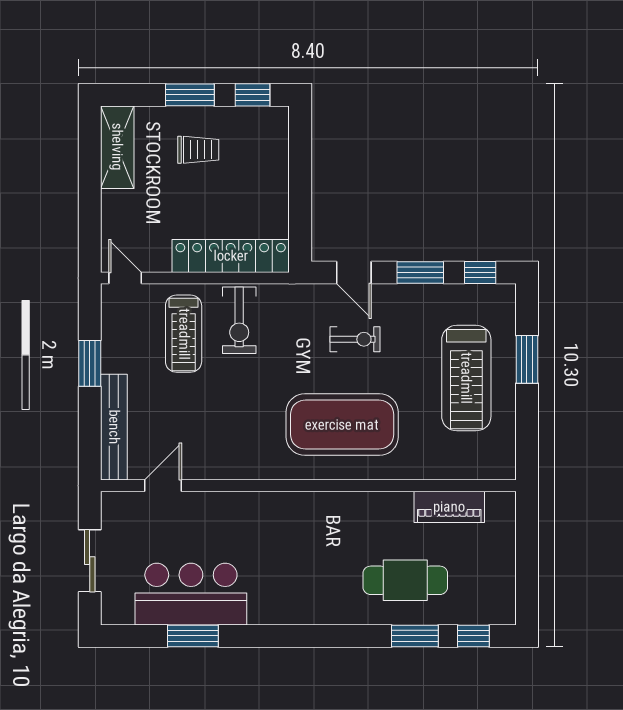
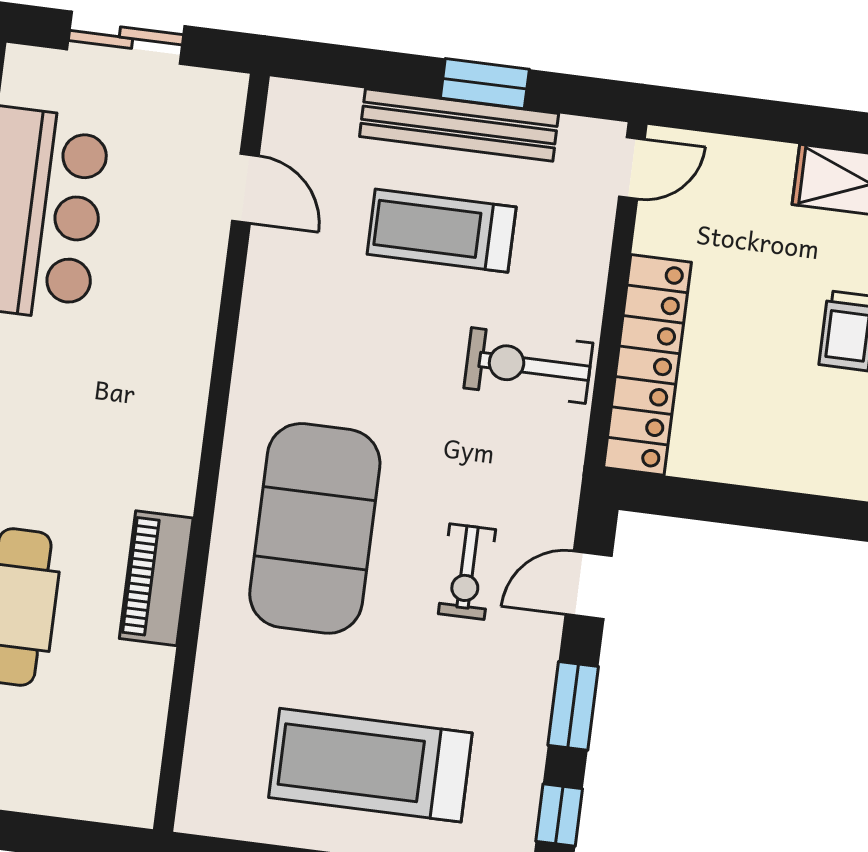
treadmill: (184, 334) -> (442, 231), moved
bench: (114, 427) -> (459, 125), moved
piano: (449, 507) -> (156, 578), moved

